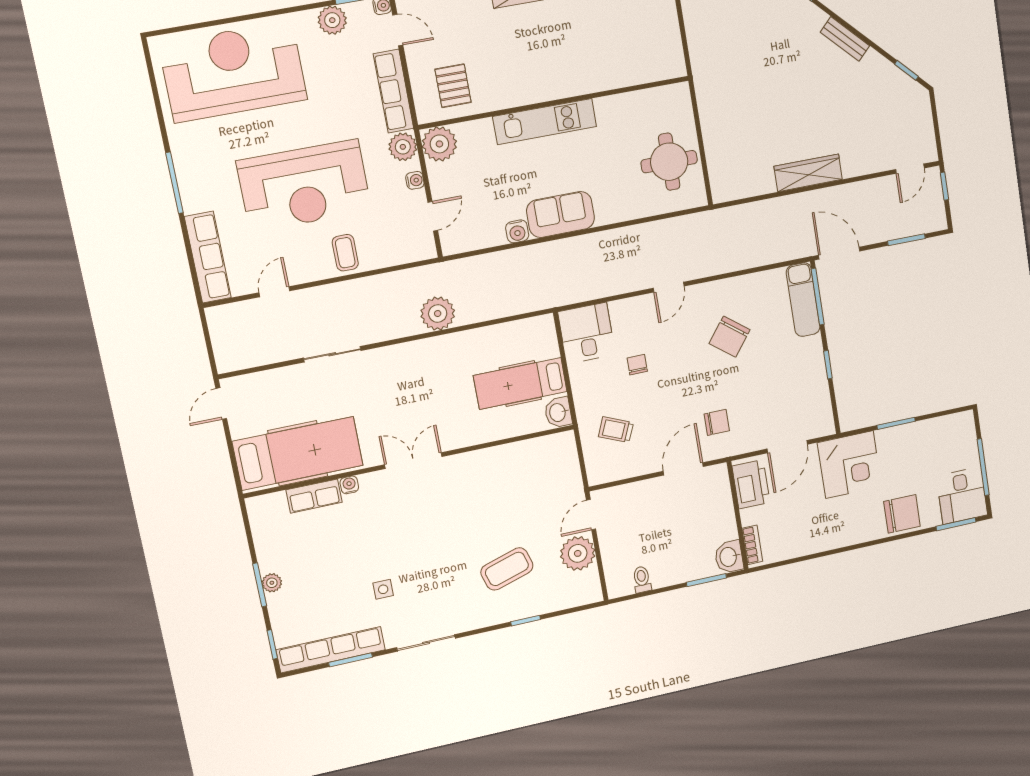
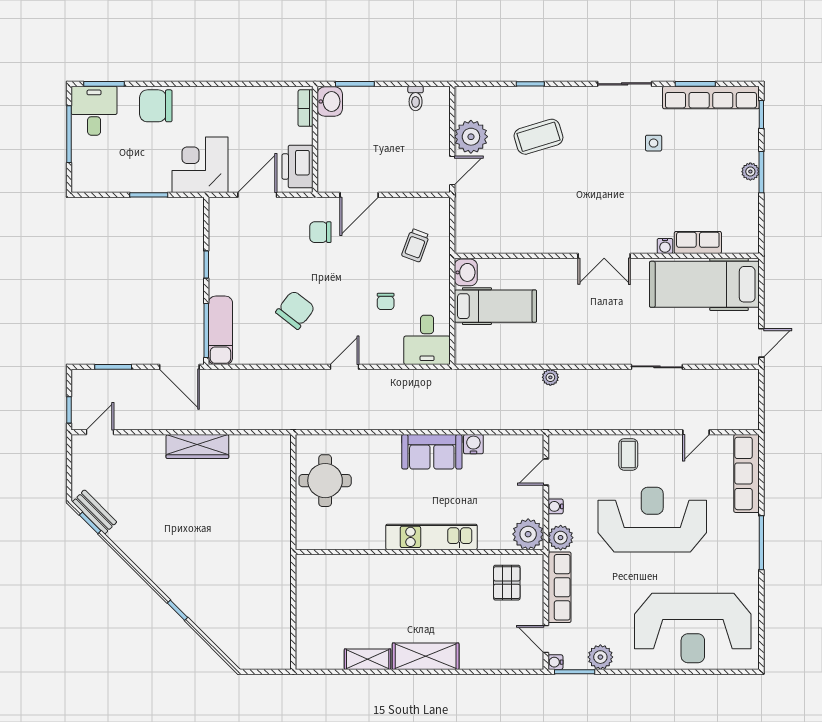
bench: (845, 39) -> (95, 512), moved
plant: (438, 314) -> (550, 377), width x0.53, depth x0.53
trolley: (616, 430) -> (416, 245), turned 87

